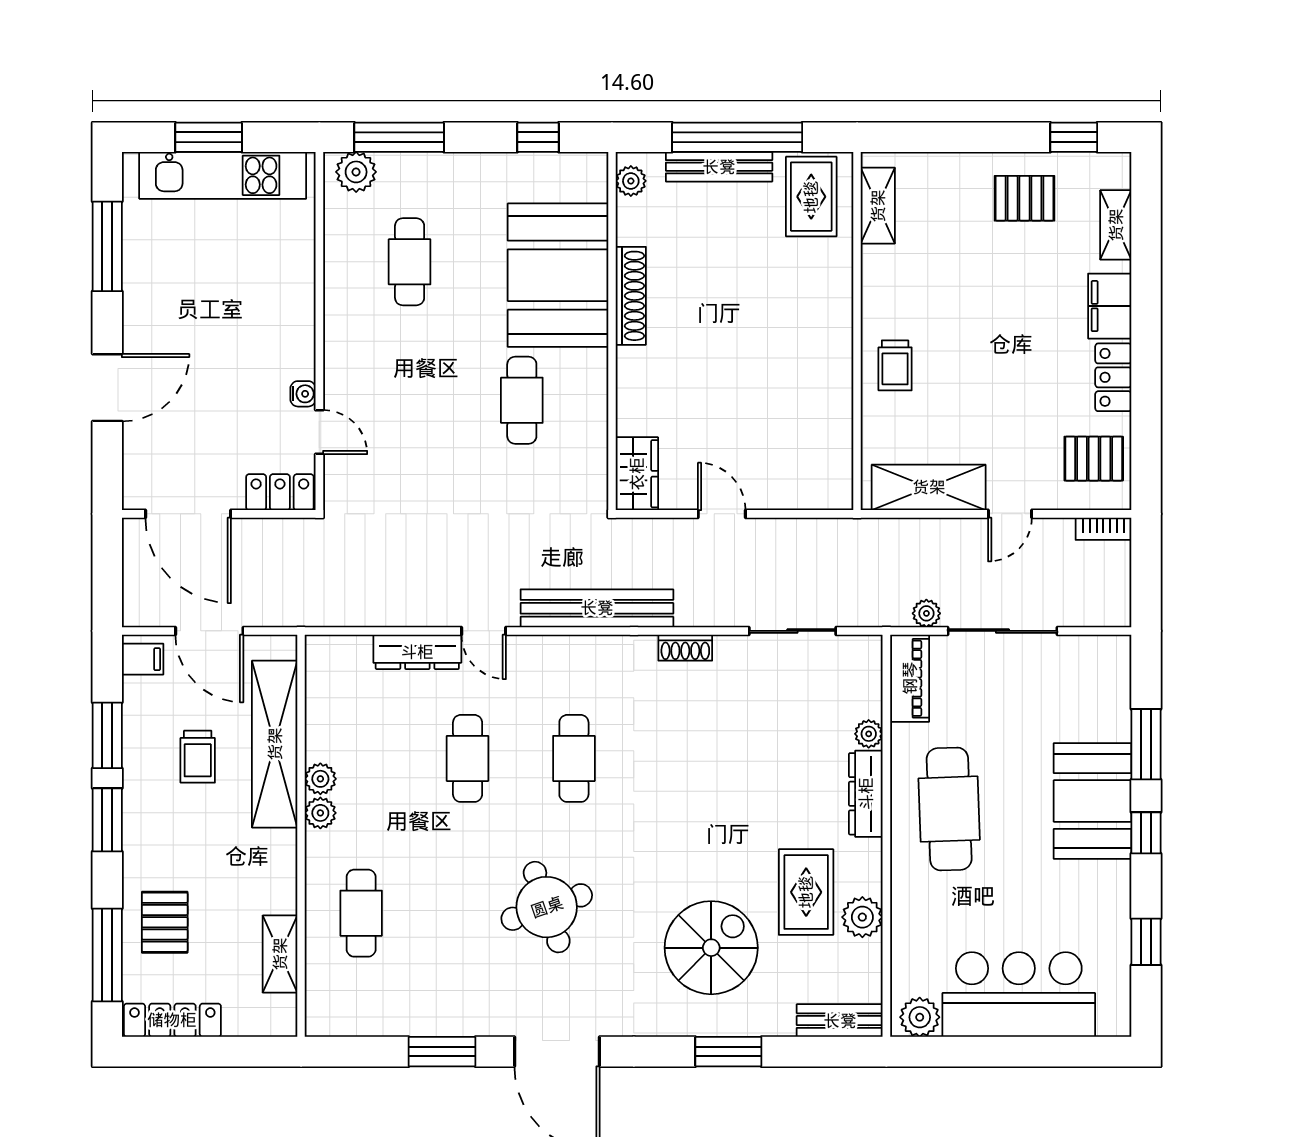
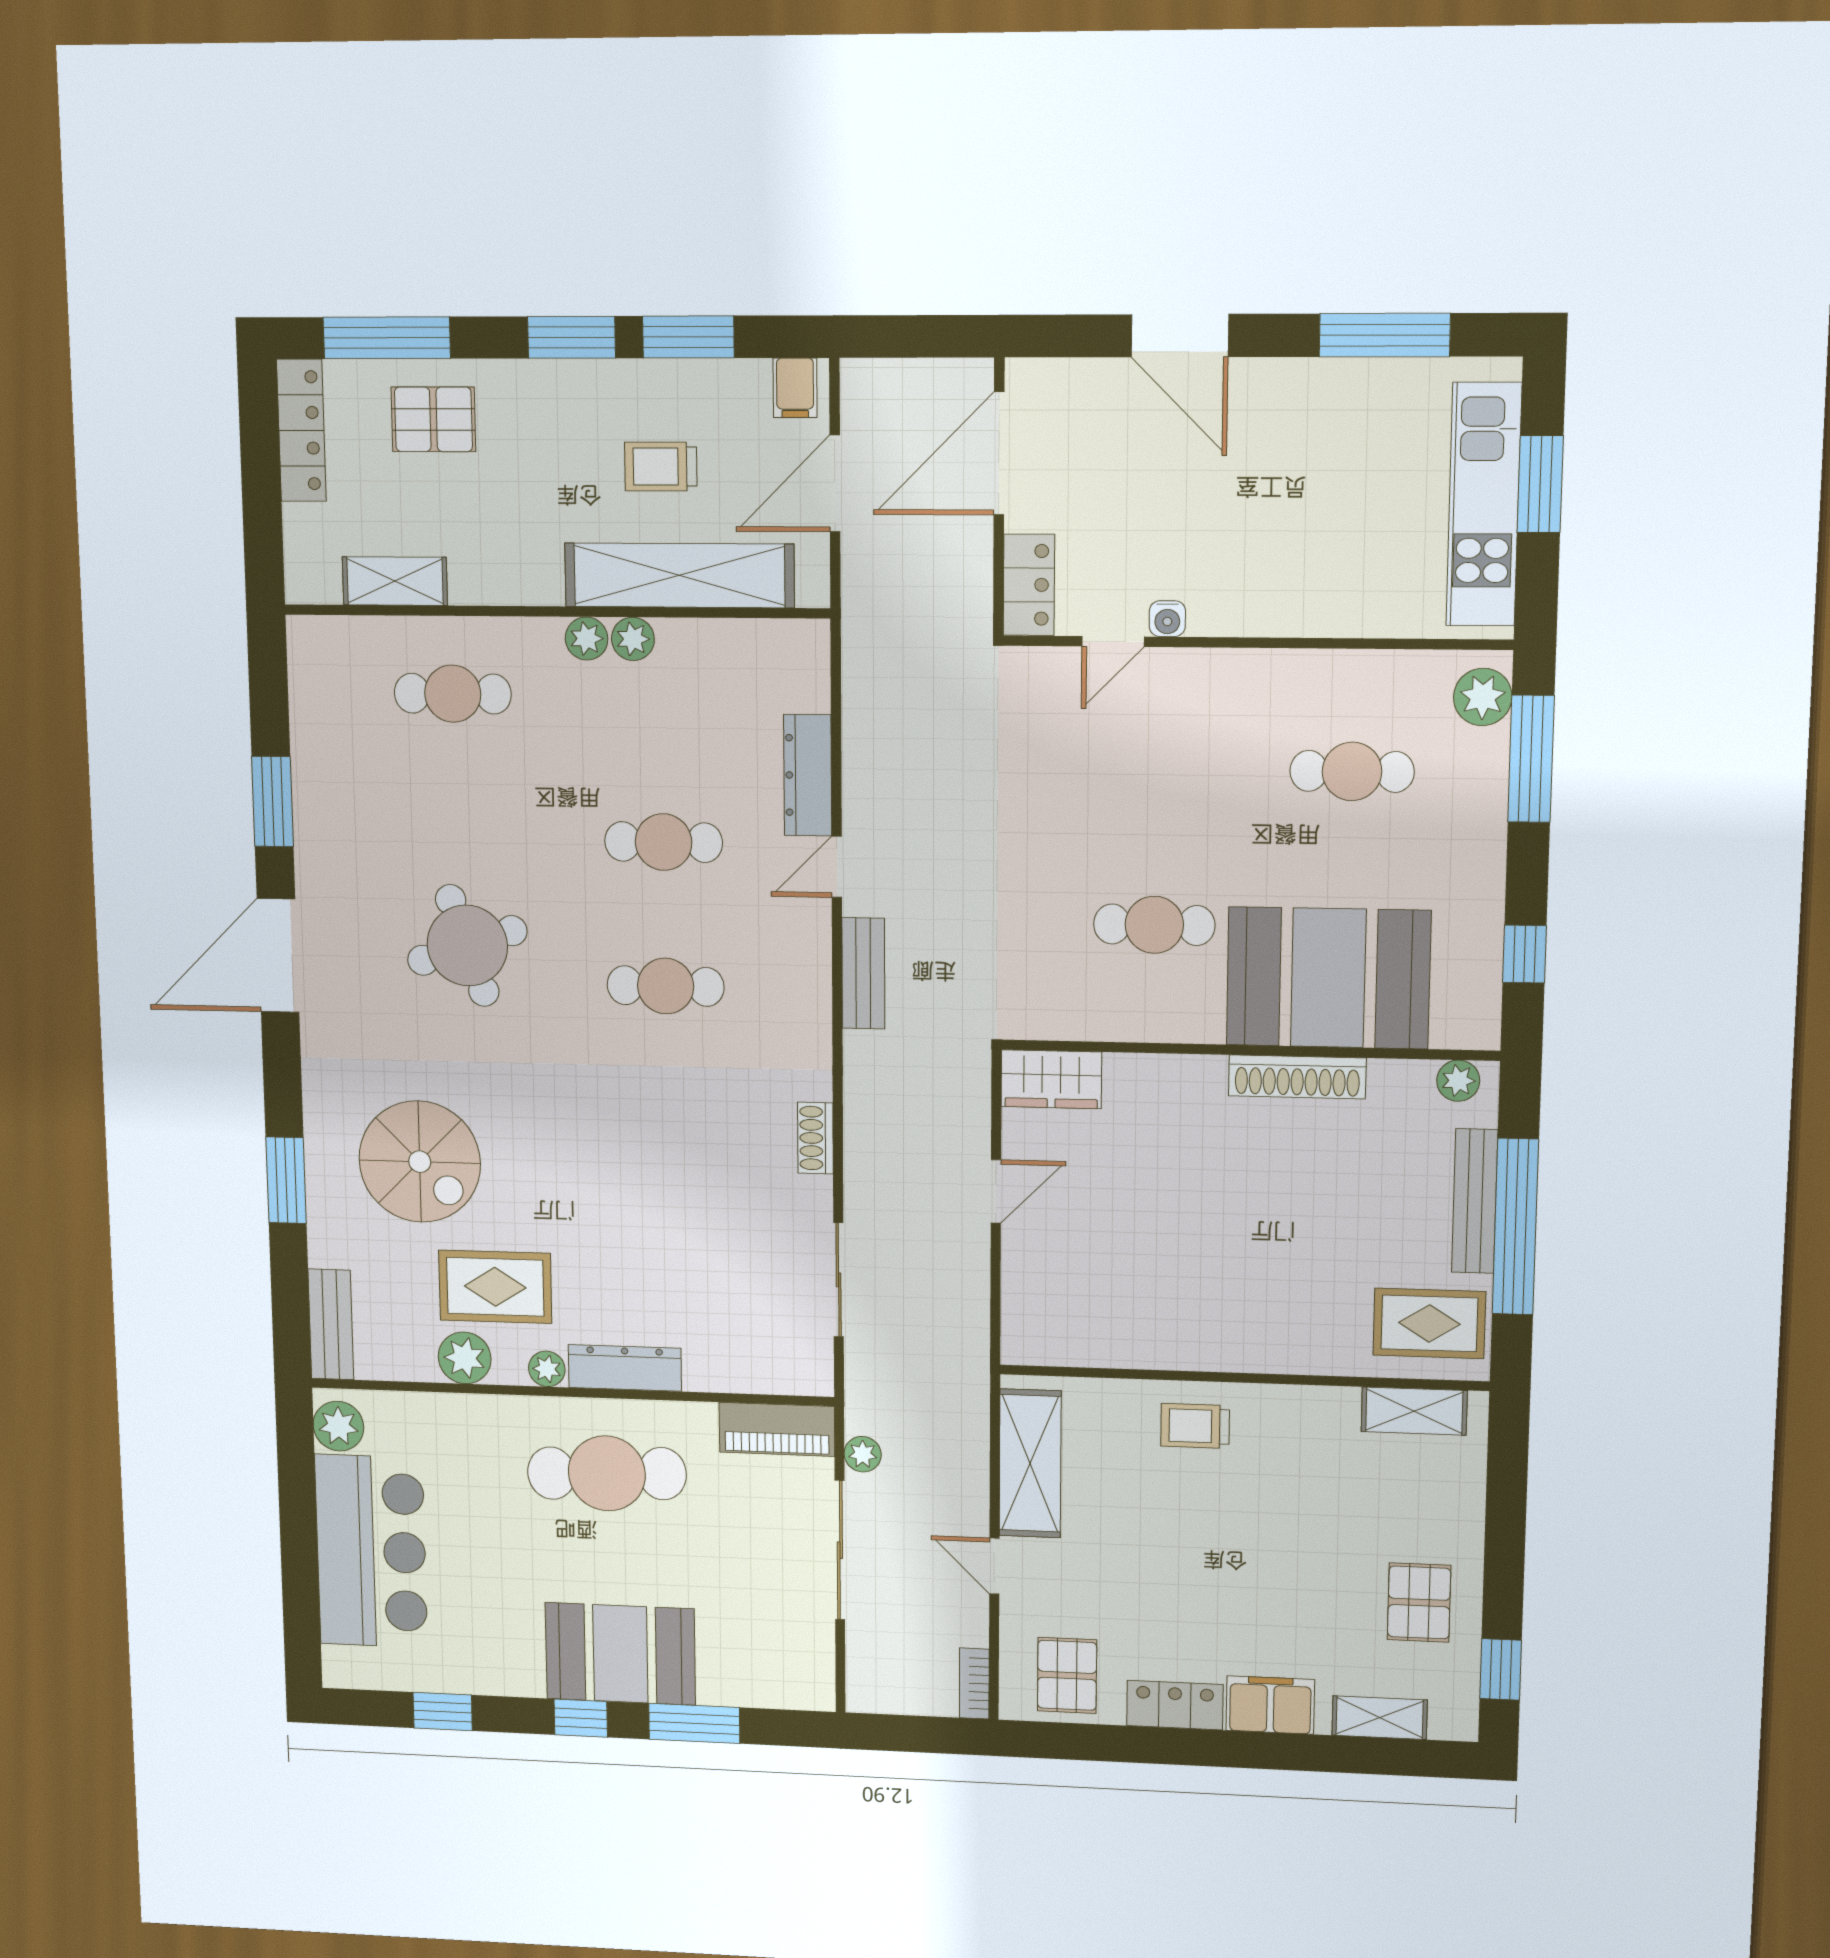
bench: (597, 608) -> (863, 973), width x0.54, depth x0.82
plant: (869, 734) -> (547, 1369), moved

